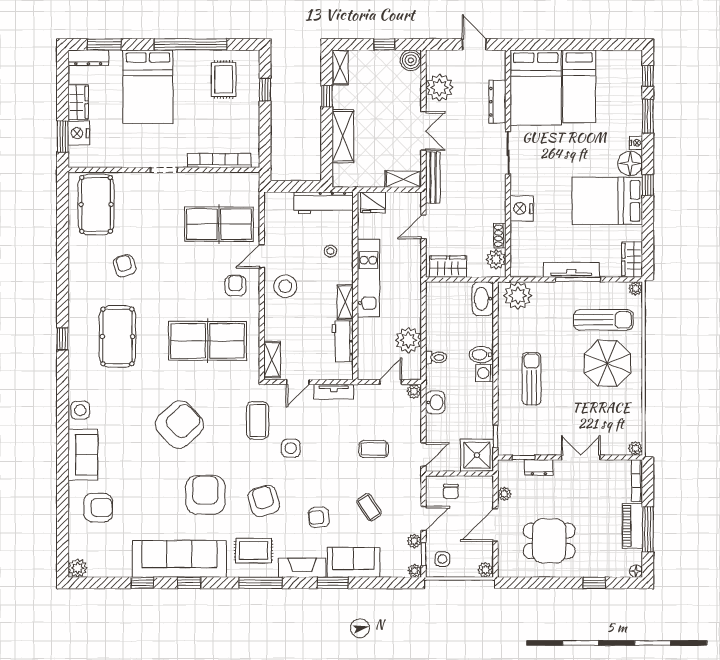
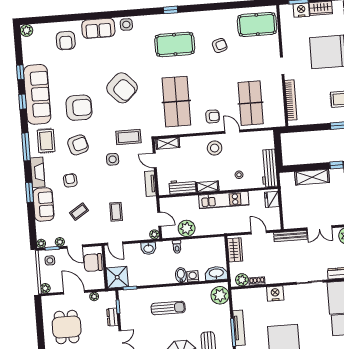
shelving: (403, 179) -> (288, 217), removed
washing machine: (485, 373) -> (193, 276), moved
chair: (451, 491) -> (93, 263), width x1.87, depth x1.87

